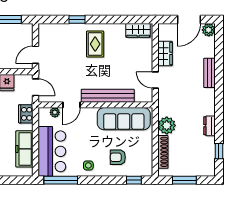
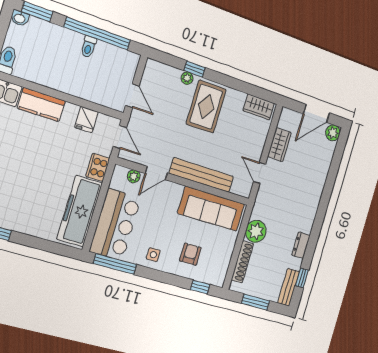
plant: (73, 28) -> (187, 78), added
rug: (95, 44) -> (206, 107), width x1.36, depth x1.43
door: (35, 55) -> (132, 96), swing flipped
bench: (209, 73) -> (289, 287), moved
freezer: (24, 149) -> (80, 211), width x1.36, depth x1.26
armchair: (118, 157) -> (190, 254), turned 90

